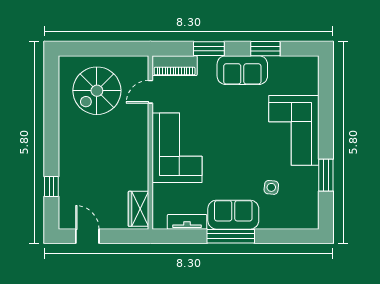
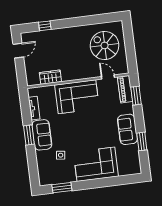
window: (209, 49) -> (136, 96), moved
window: (326, 175) -> (62, 188), moved
wardrobe: (139, 209) -> (50, 77), moved
window: (231, 236) -> (29, 135), width x0.69

